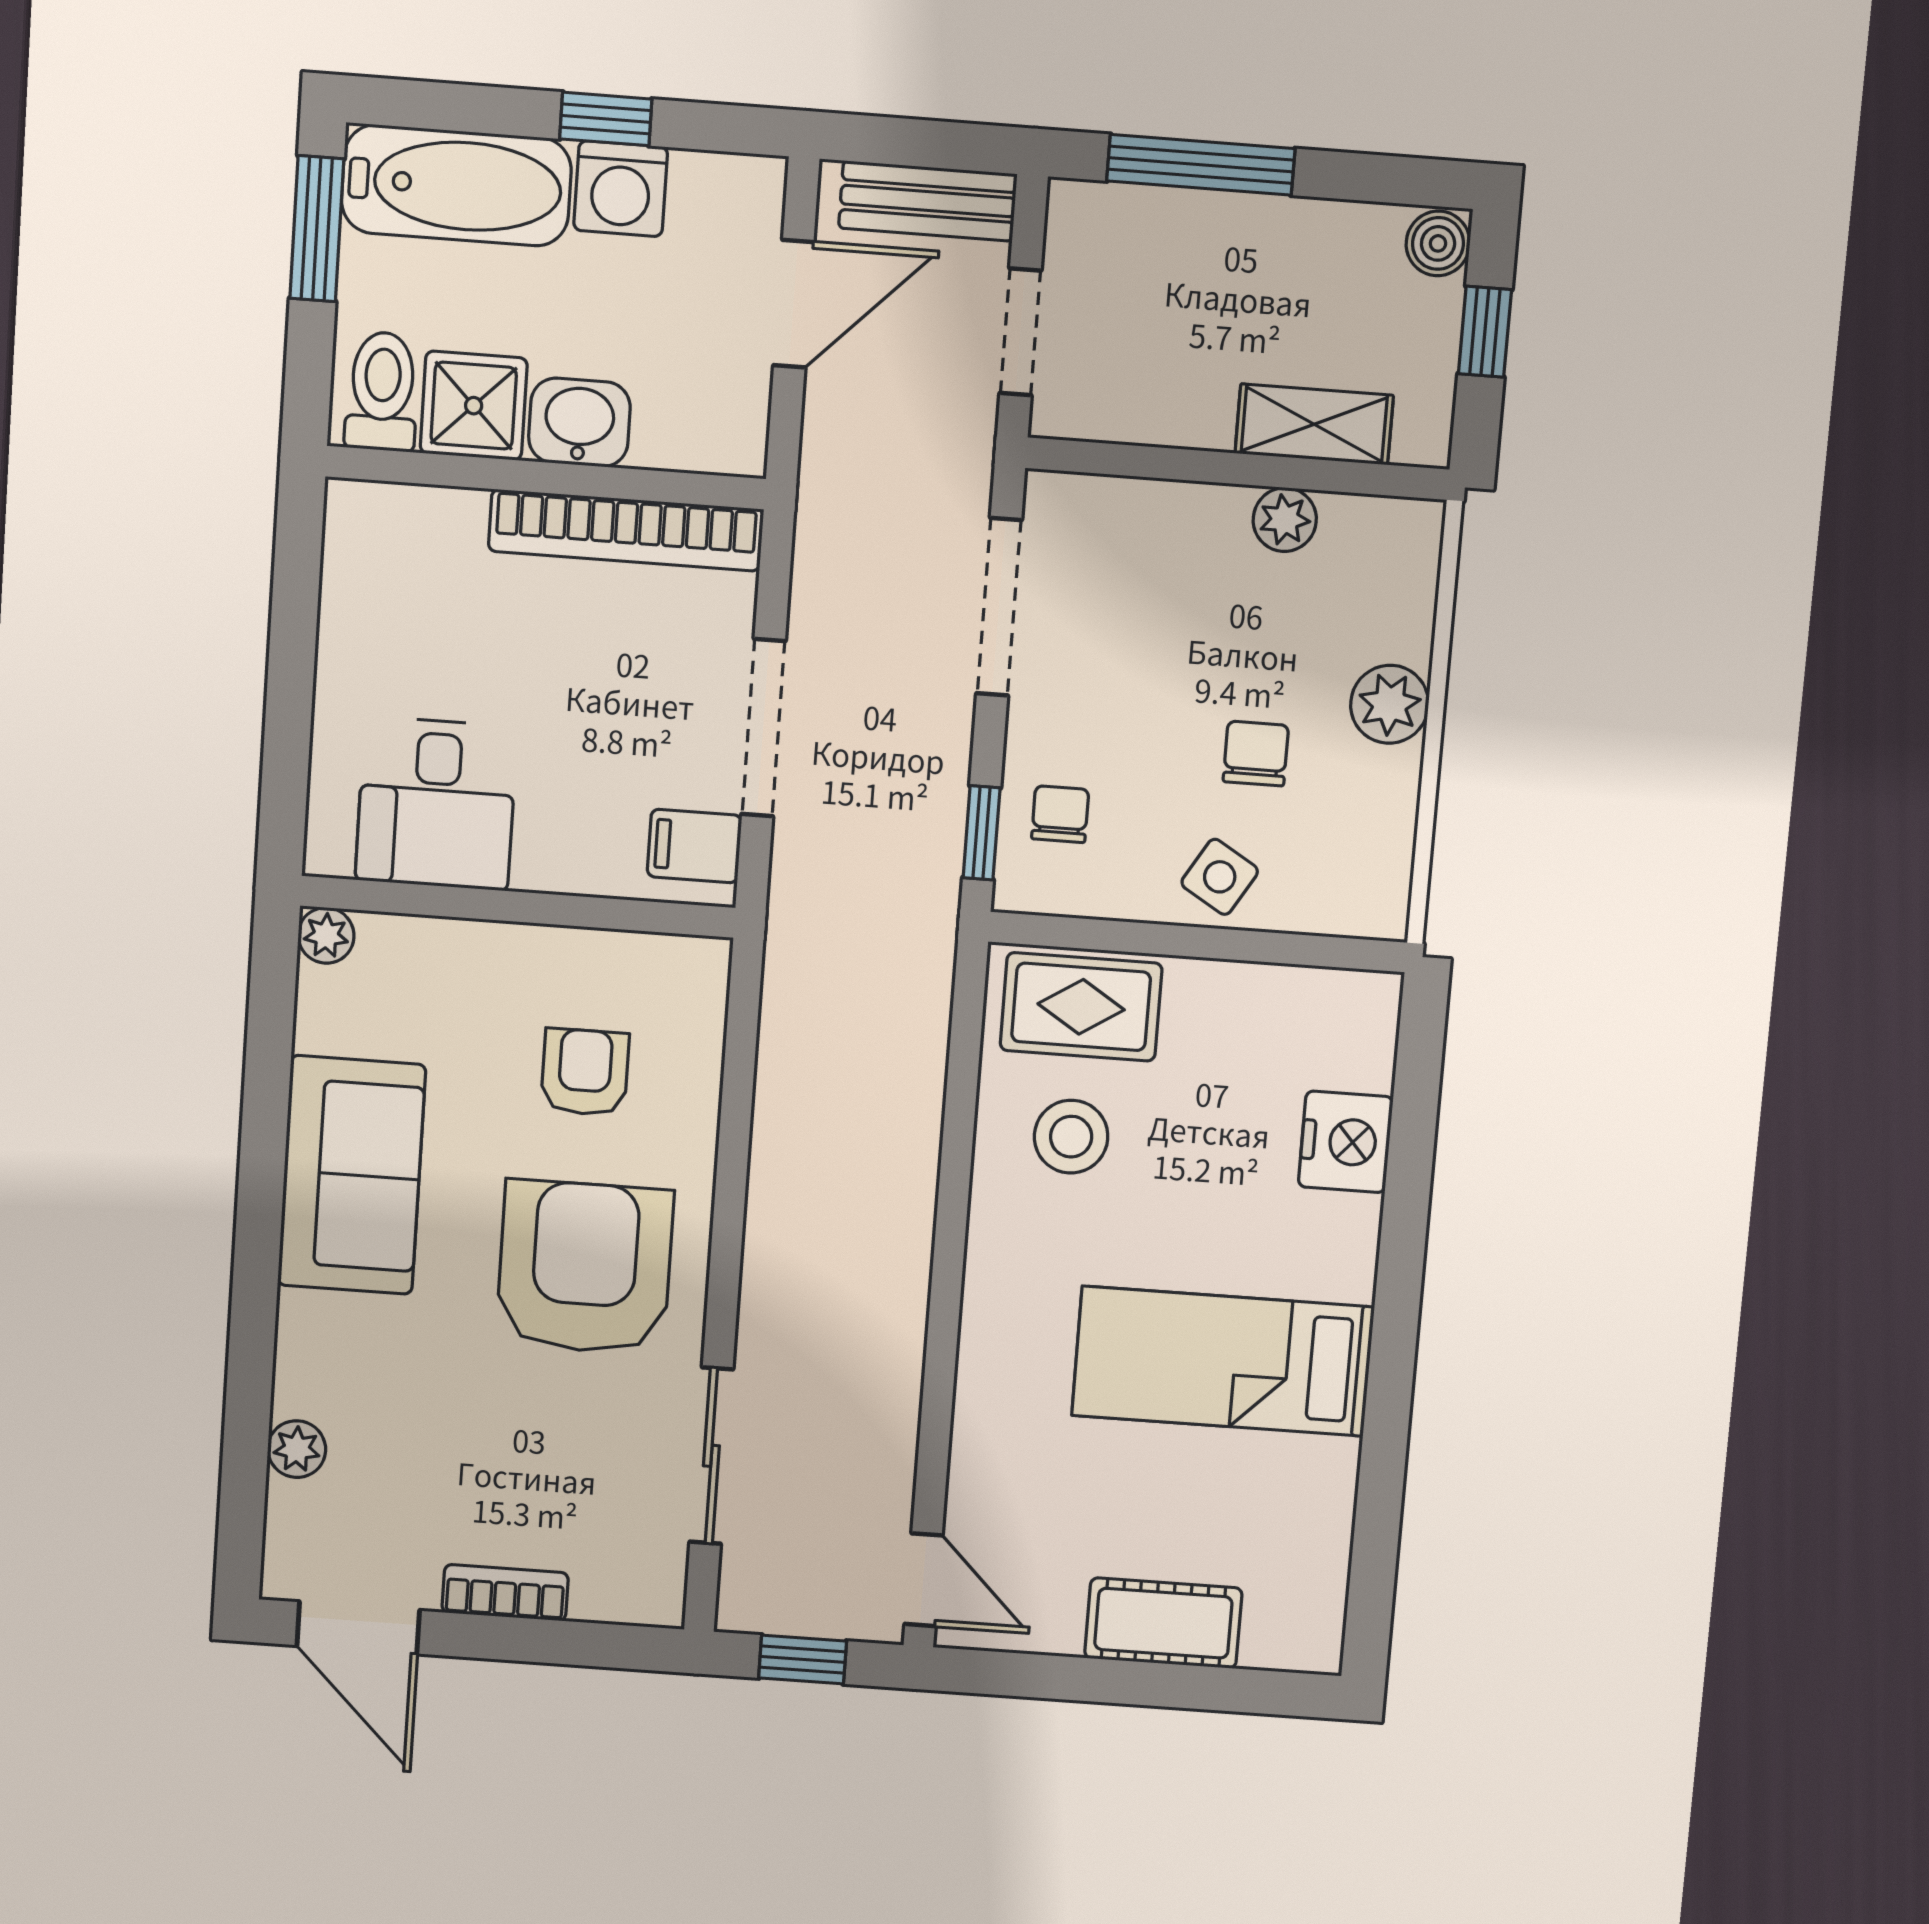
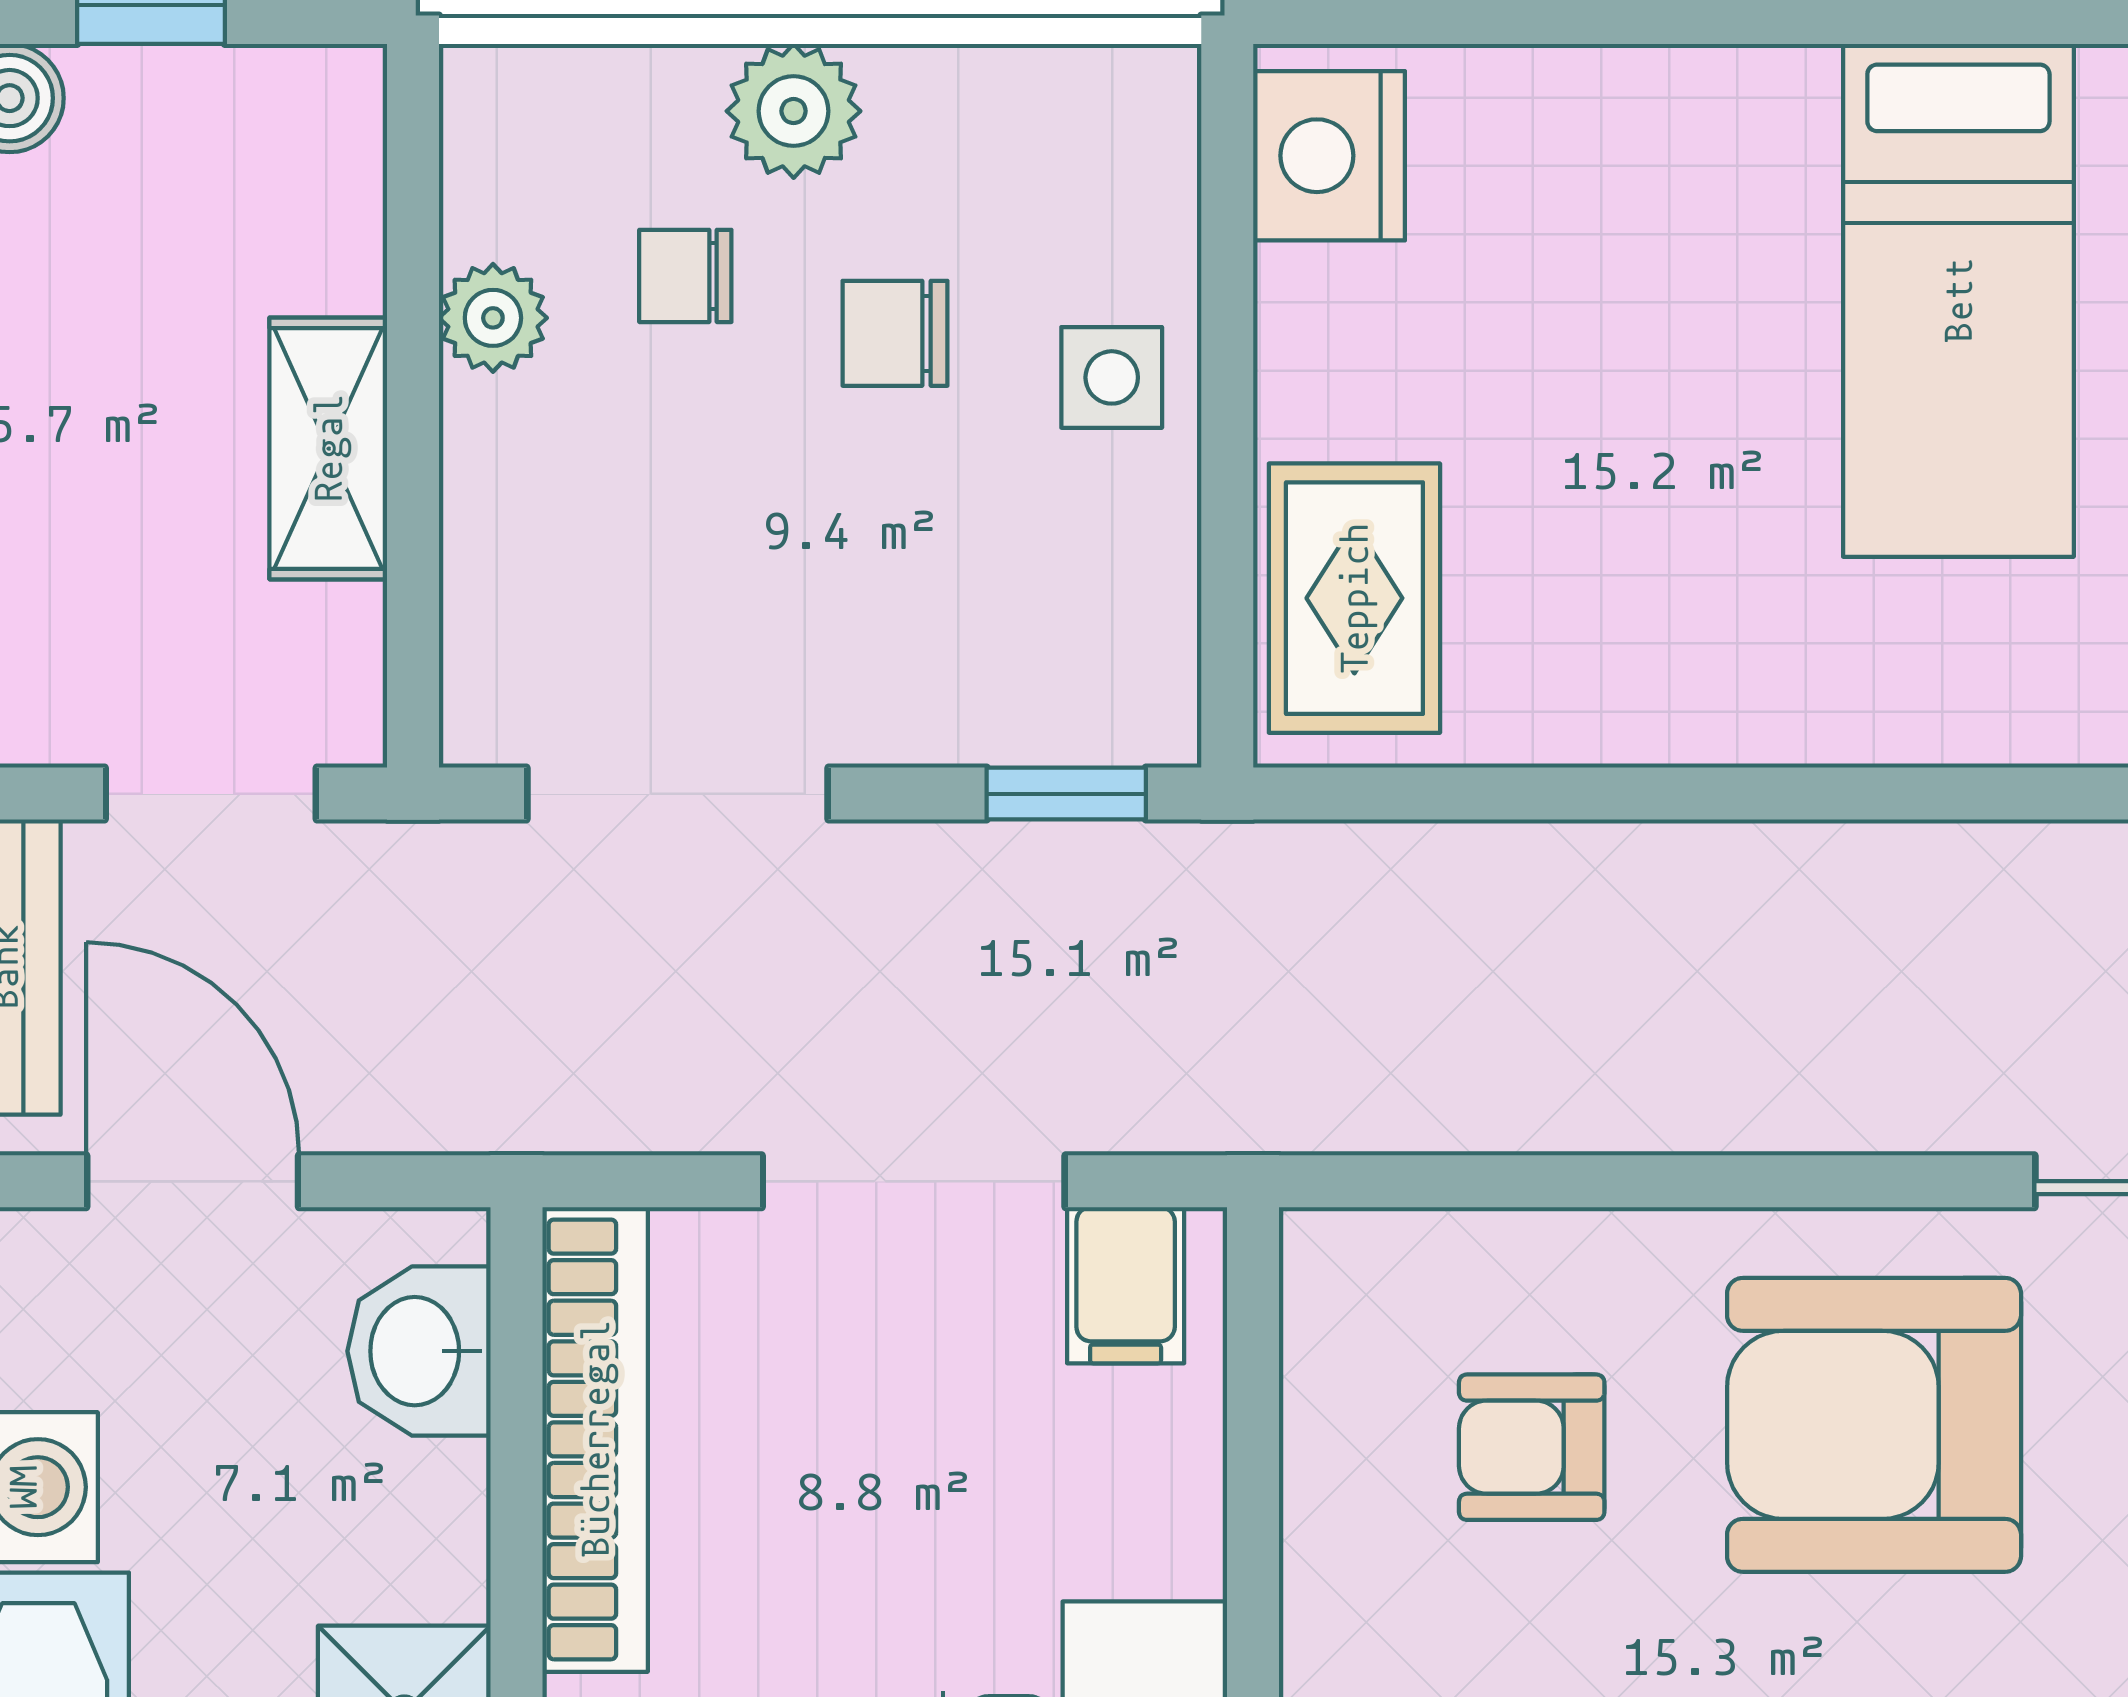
washbasin: (579, 422) -> (419, 1351), moved
shelving: (1314, 424) -> (328, 448), moved
chair: (1060, 814) -> (685, 276), moved
side table: (1220, 877) -> (1112, 377), turned -31
stool: (1071, 1137) -> (1582, 597), removed
nightstand: (1346, 1142) -> (1329, 156), moved, turned -90

